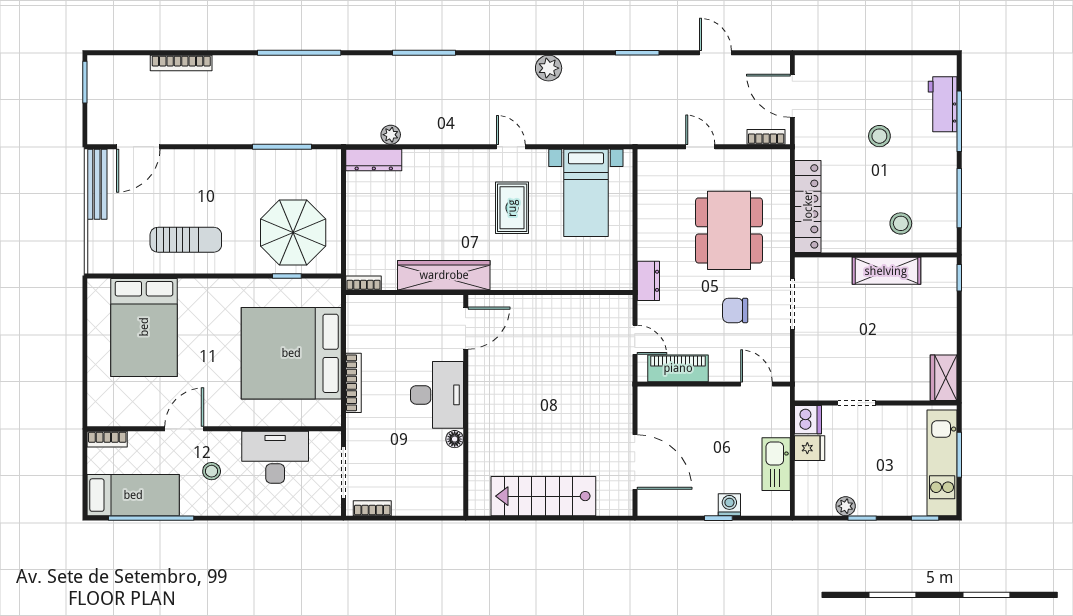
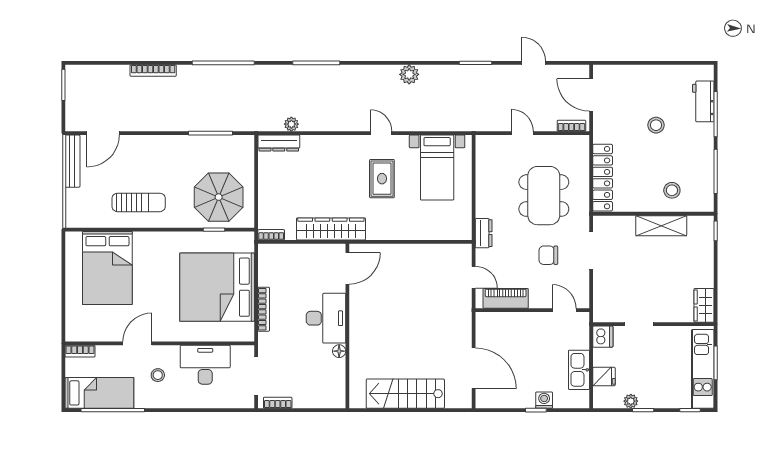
bookcase: (181, 63) -> (153, 71), moved
fridge: (810, 448) -> (604, 377), moved

